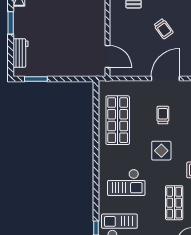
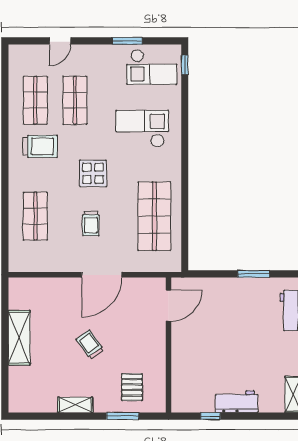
door: (108, 57) -> (168, 306), swing flipped
door: (165, 78) -> (102, 275), moved
window: (36, 79) -> (254, 274), moved

